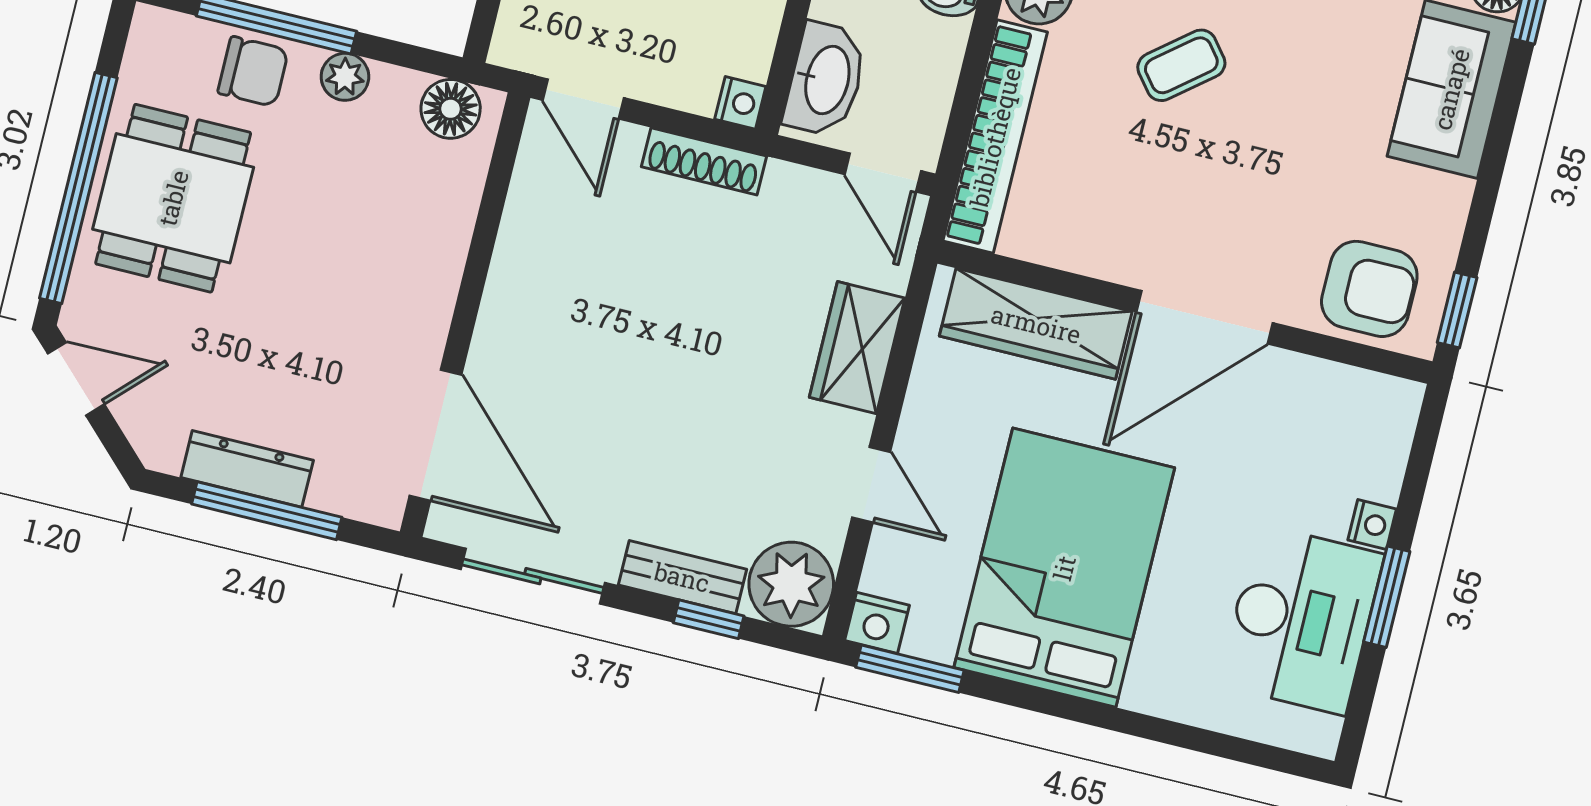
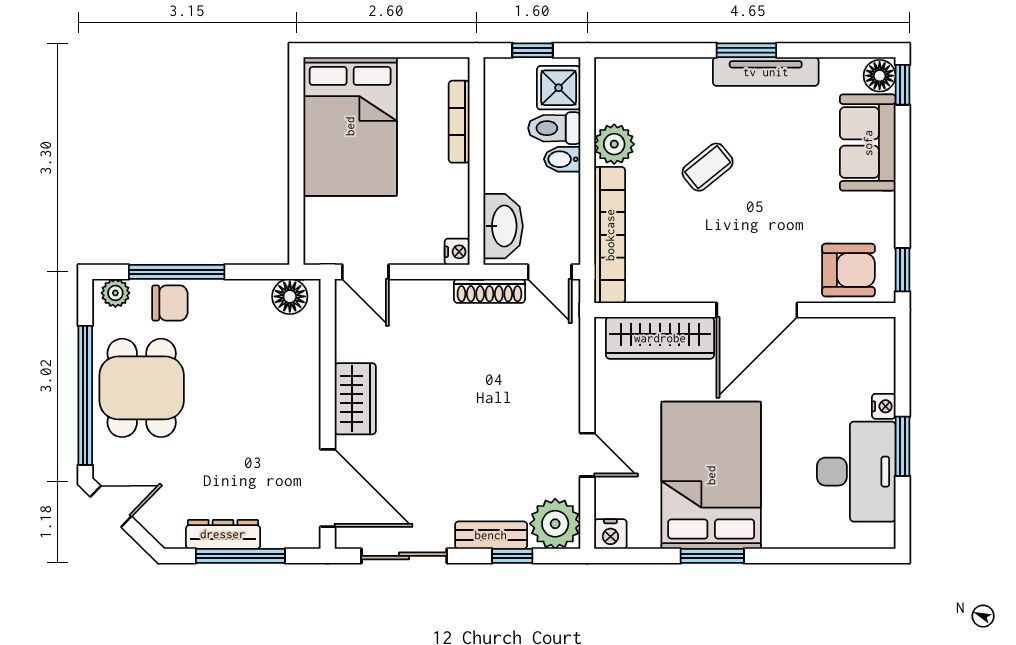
plant: (345, 77) -> (115, 293), moved
shoe rack: (704, 161) -> (489, 291), moved
wardrobe: (857, 348) -> (355, 399), moved, turned 180
window: (910, 669) -> (712, 556), moved

